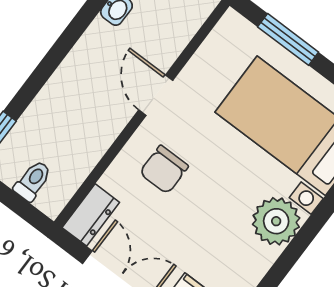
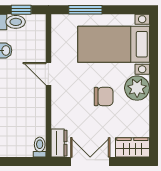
chair: (164, 170) -> (104, 97), moved, turned -90
toilet: (33, 181) -> (40, 147), moved

